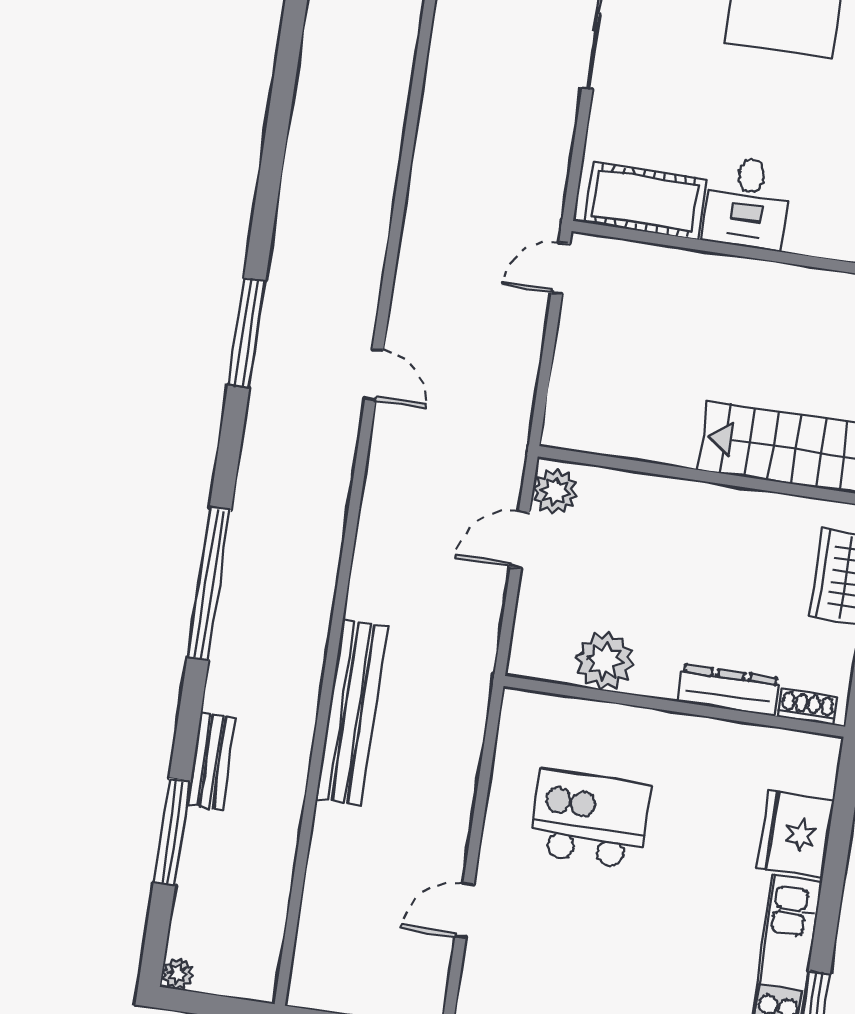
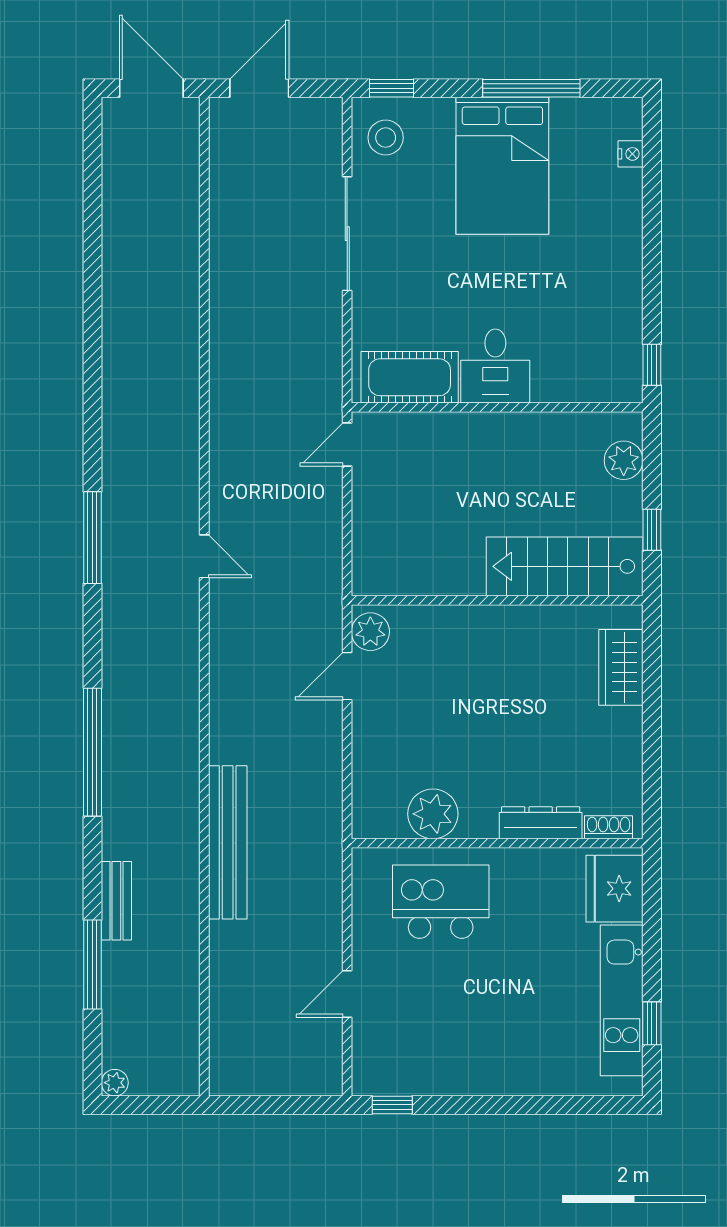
plant: (604, 661) -> (433, 814), moved
dresser: (729, 690) -> (541, 823), moved
wall: (674, 706) -> (497, 843), moved
shoe rack: (807, 707) -> (609, 827), moved

